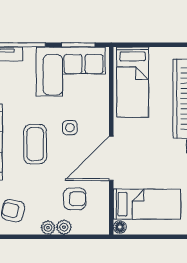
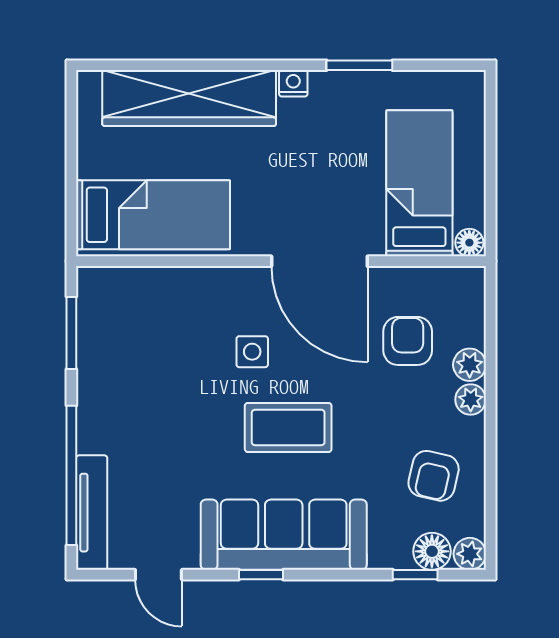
corner sofa: (71, 72) -> (130, 350), removed

